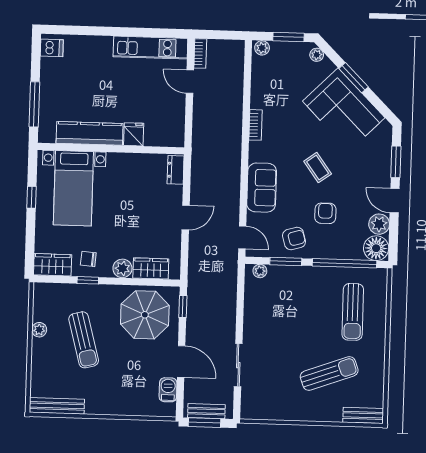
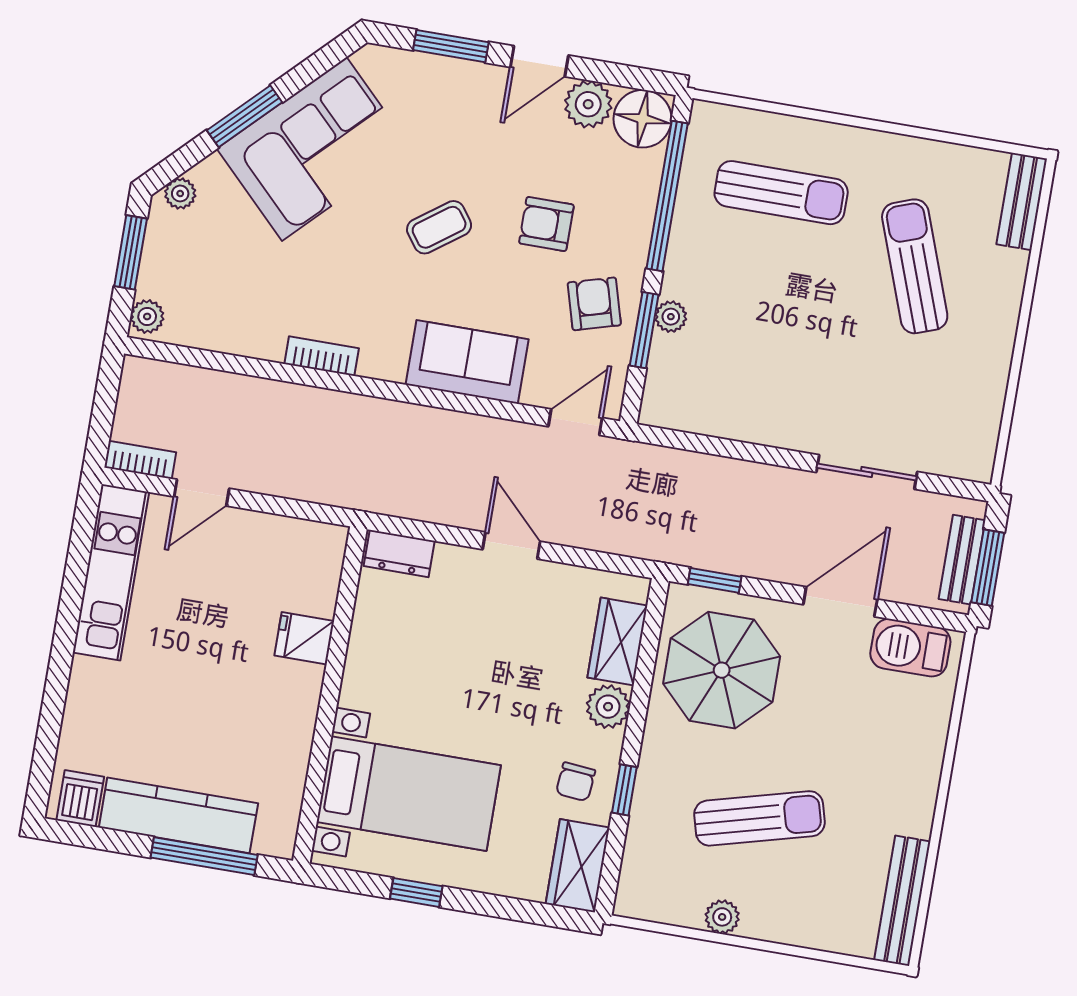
kitchen counter: (90, 133) -> (178, 815), moved, turned 90
plant: (260, 271) -> (671, 317), moved
barbecue: (168, 390) -> (910, 648), width x1.38, depth x1.27

